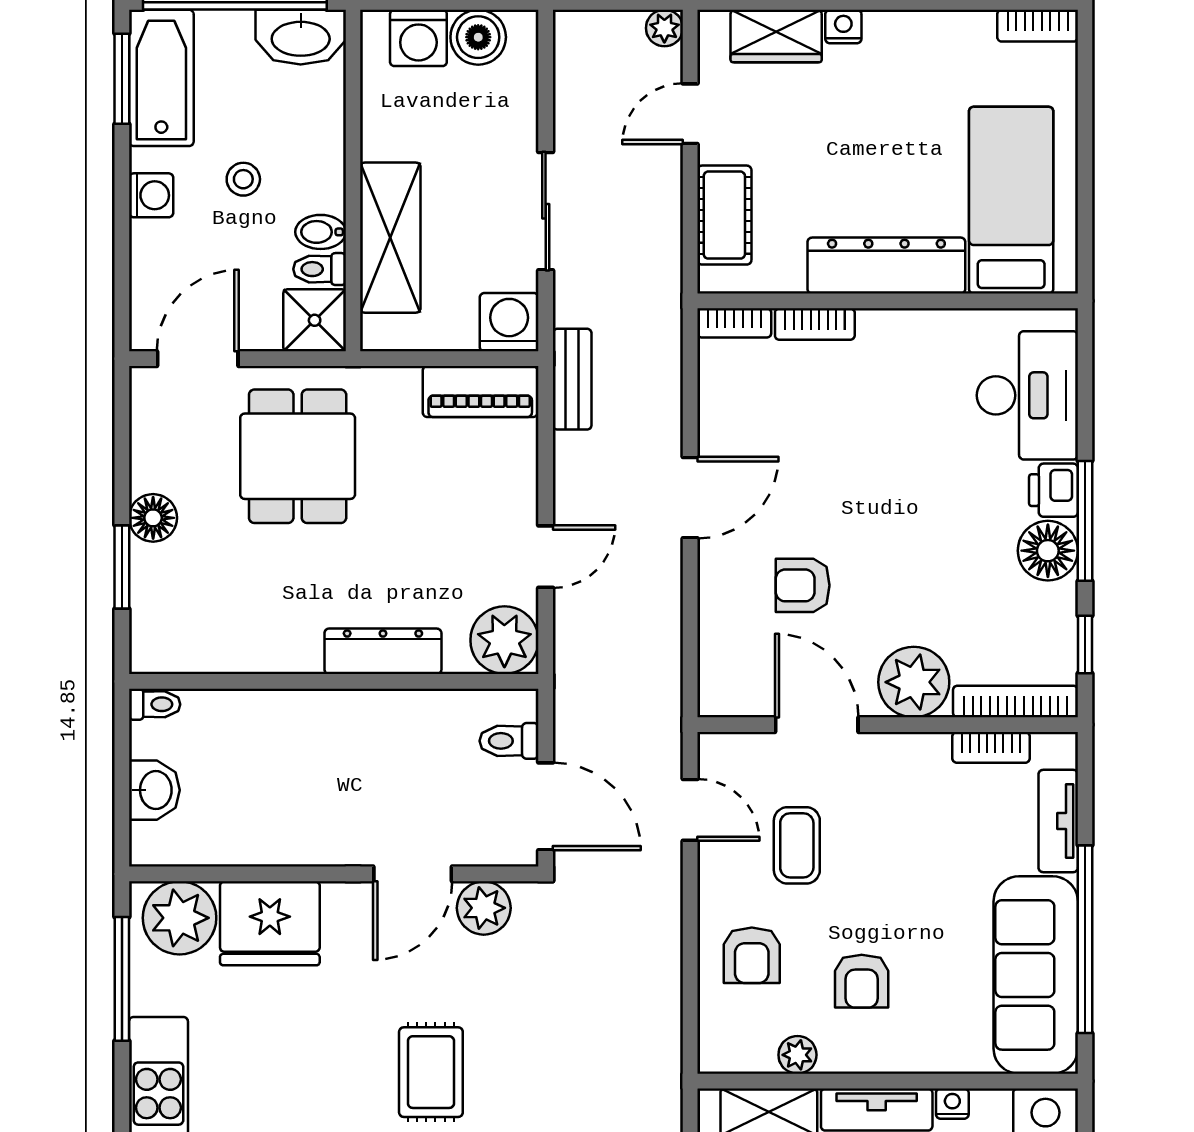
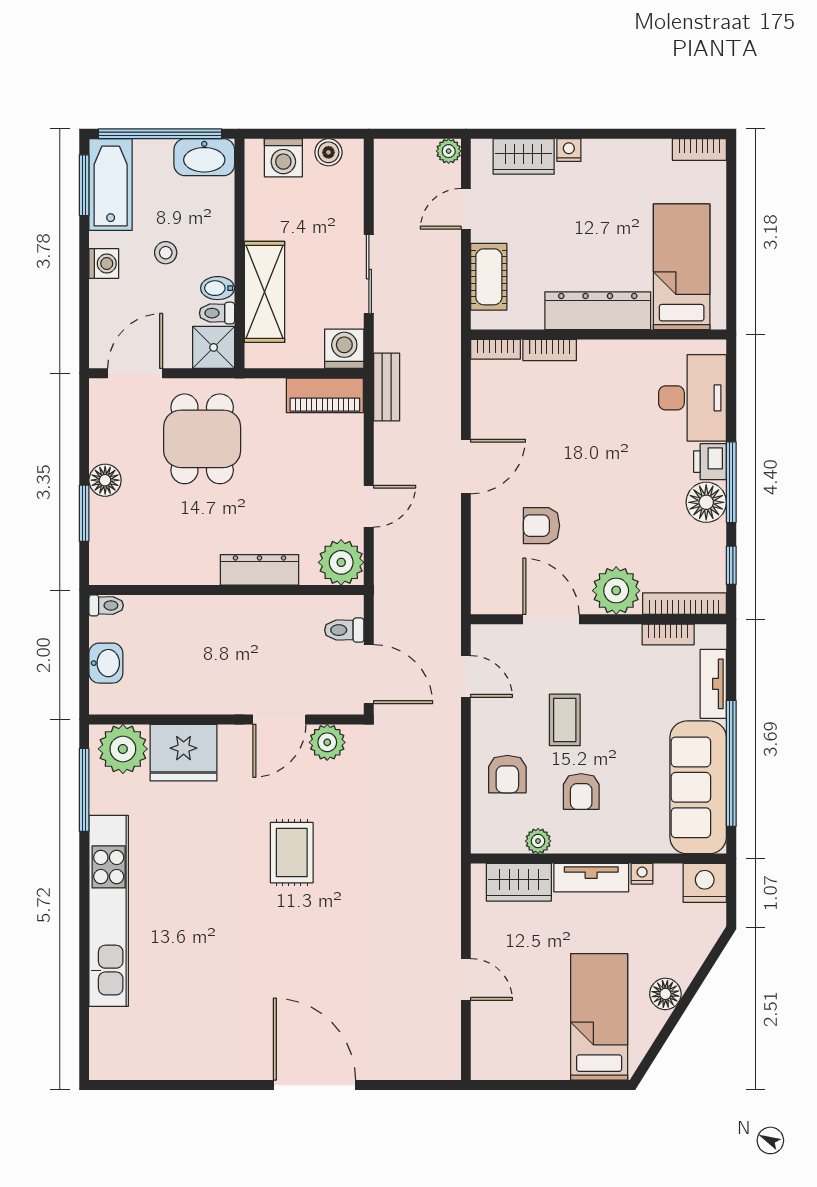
boiler: (478, 37) -> (328, 152), width x0.73, depth x0.73
coffee table: (797, 845) -> (565, 720), moved

